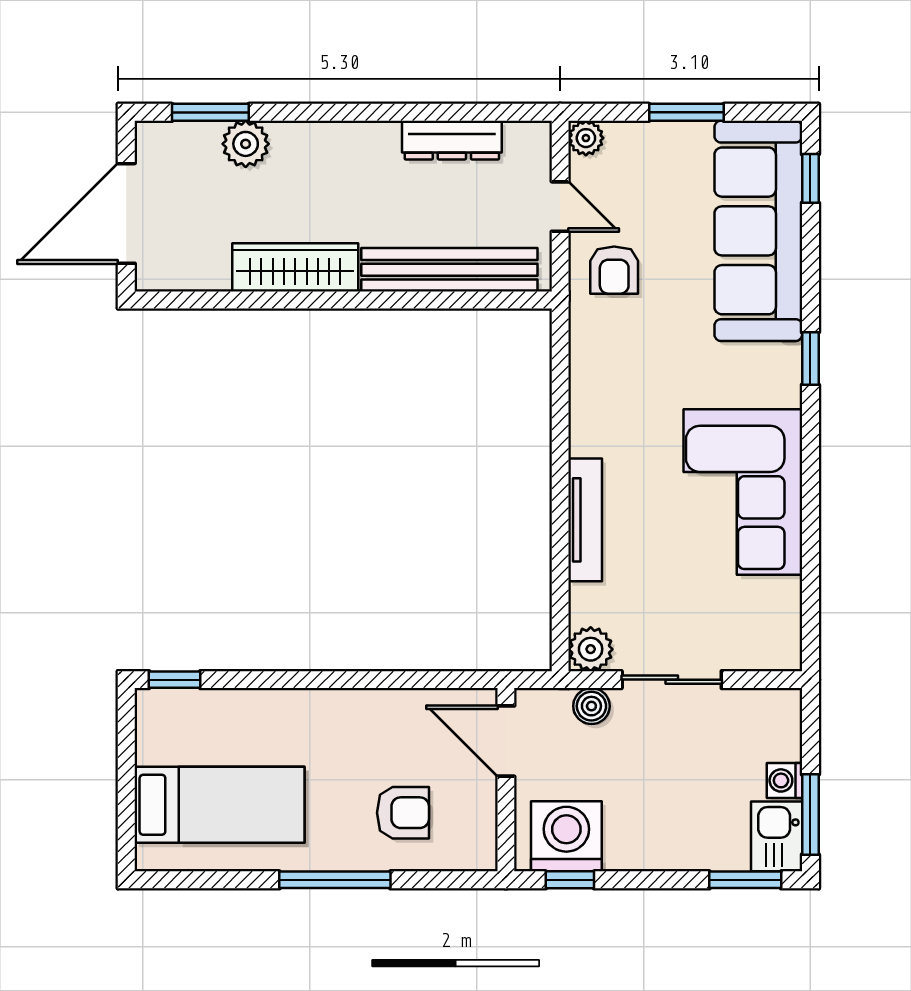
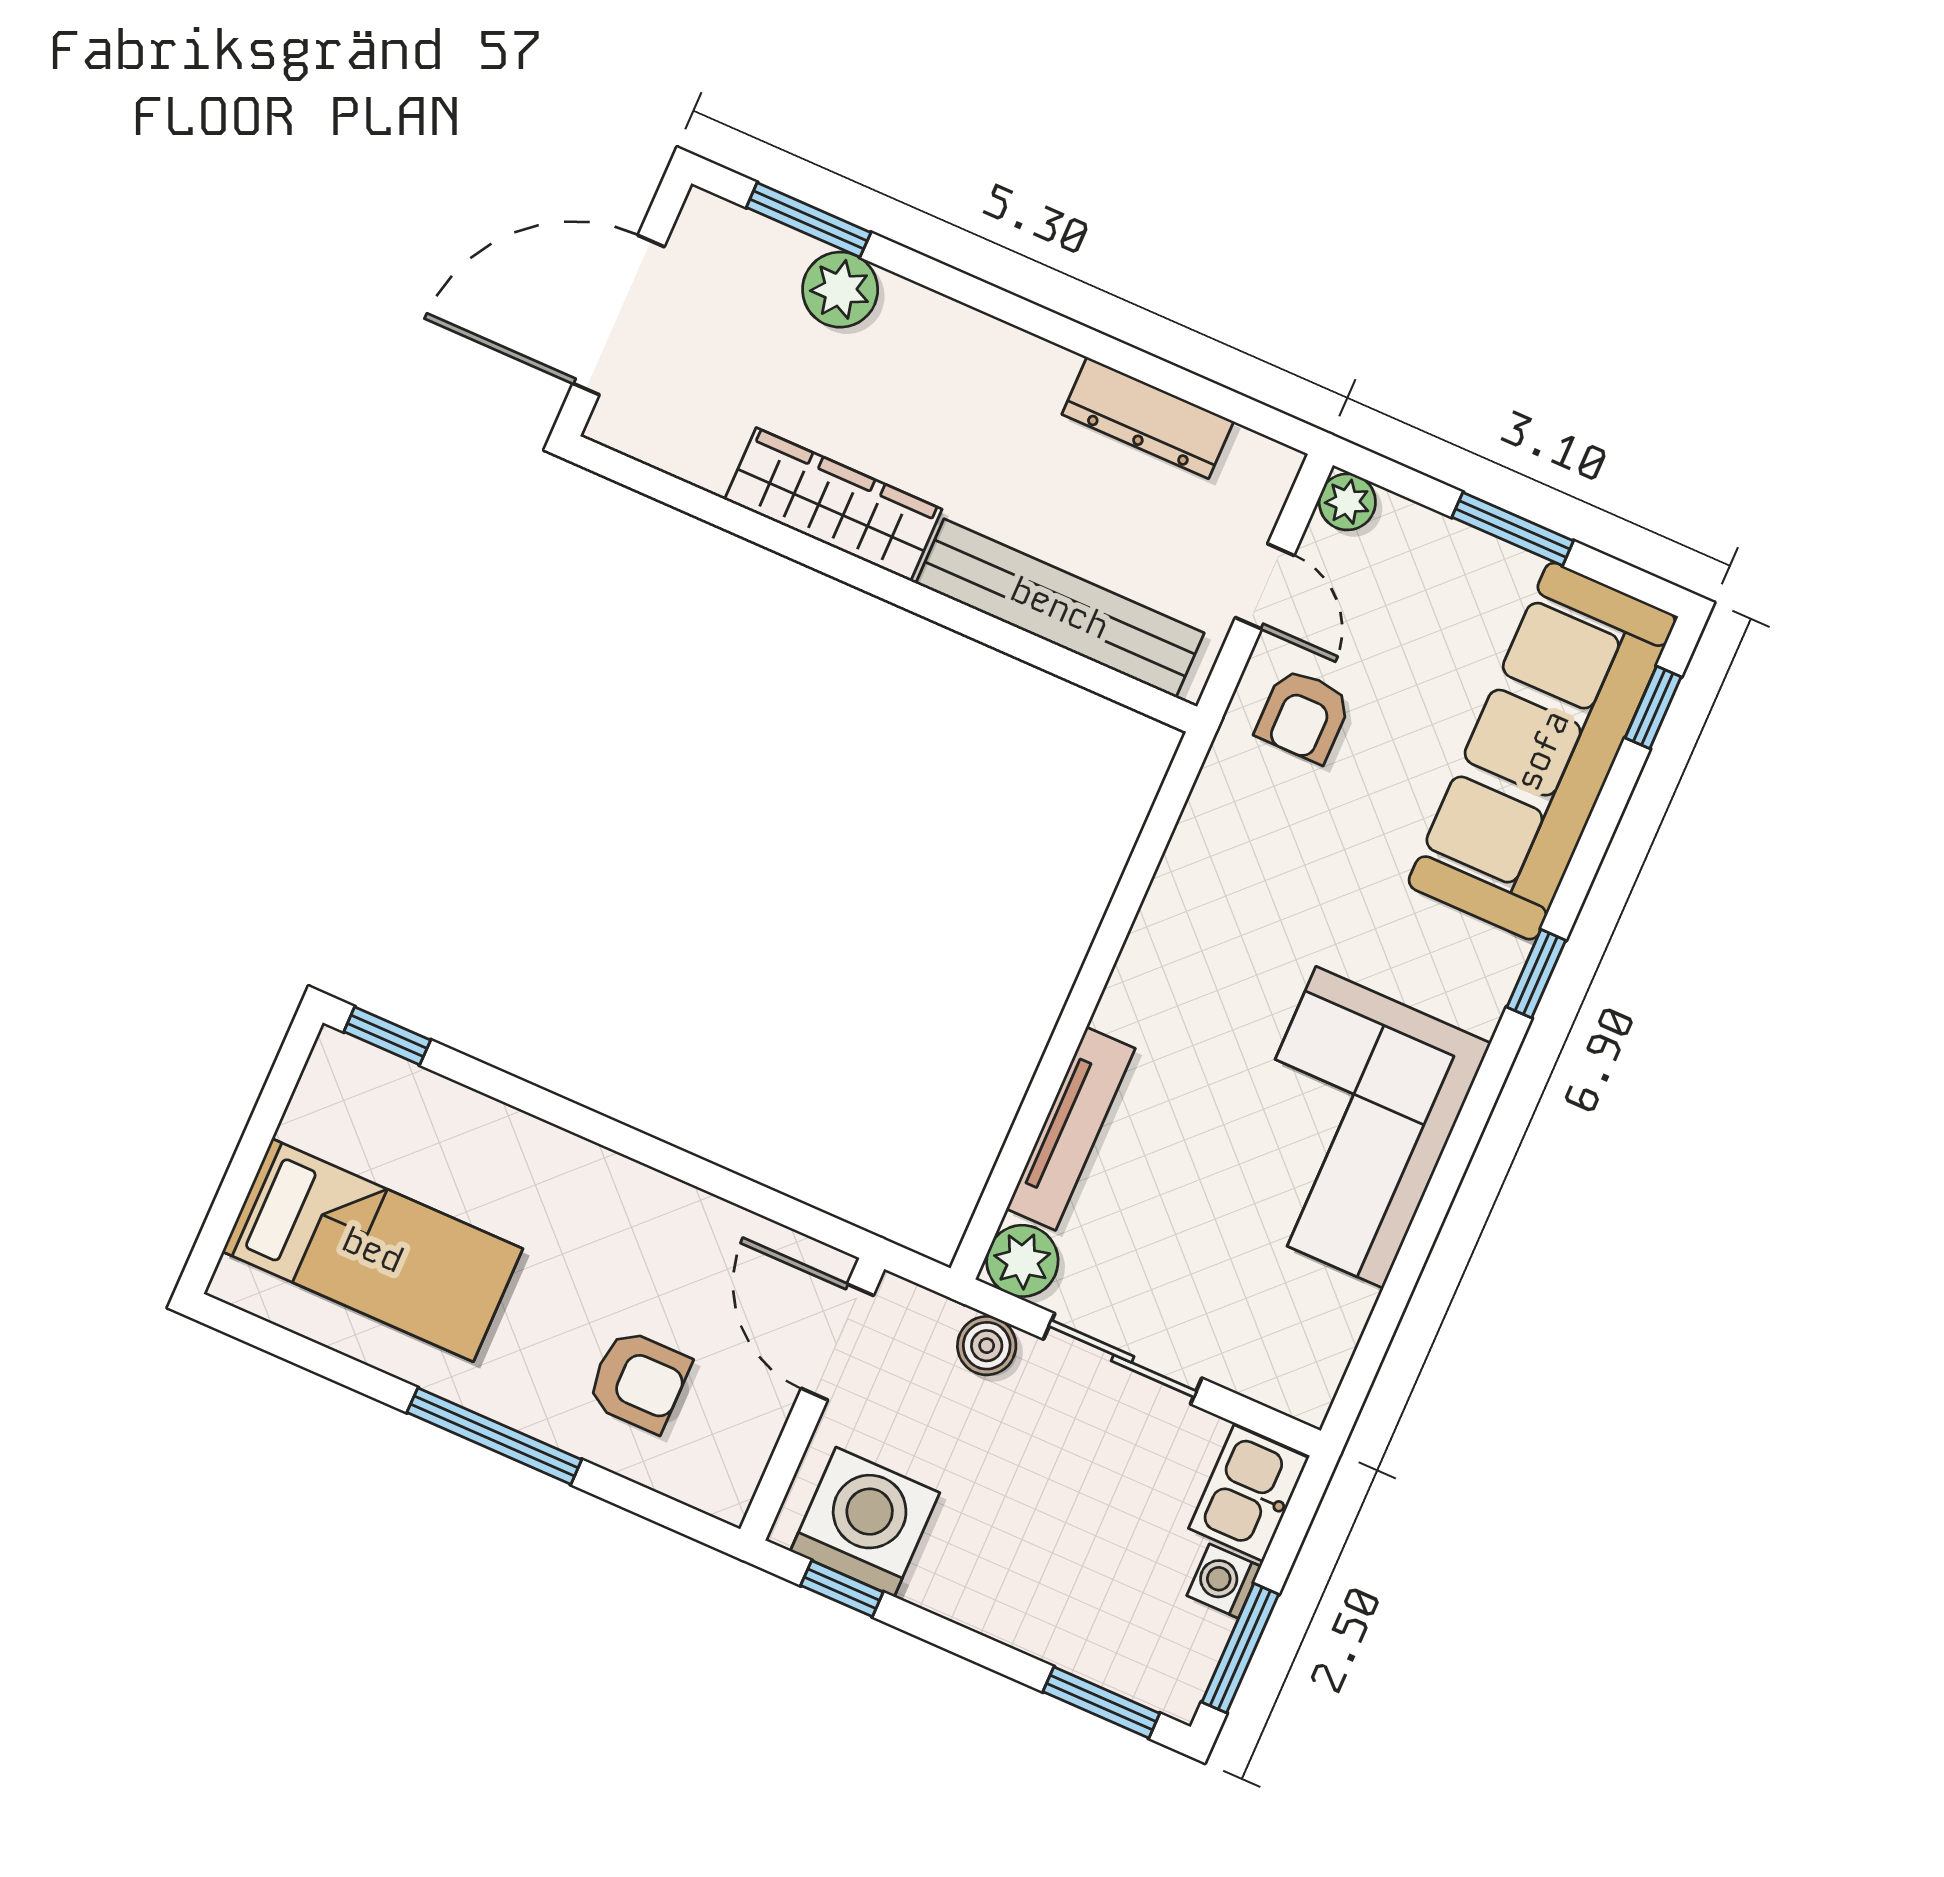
tv unit: (585, 520) -> (1071, 1129), moved
kitchen sink: (777, 836) -> (1249, 1493), moved

